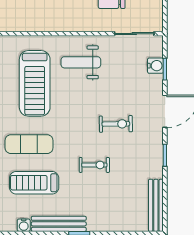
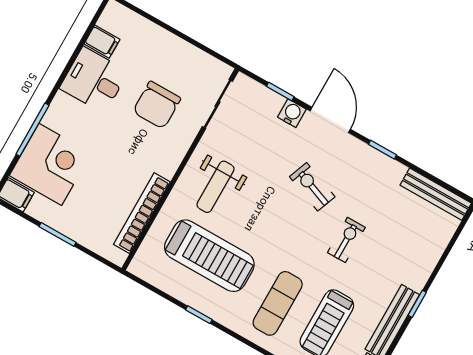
bookcase: (37, 25) -> (142, 213), added
water cooler: (155, 66) -> (292, 113), moved
exercise bike: (116, 124) -> (312, 187), turned -68

